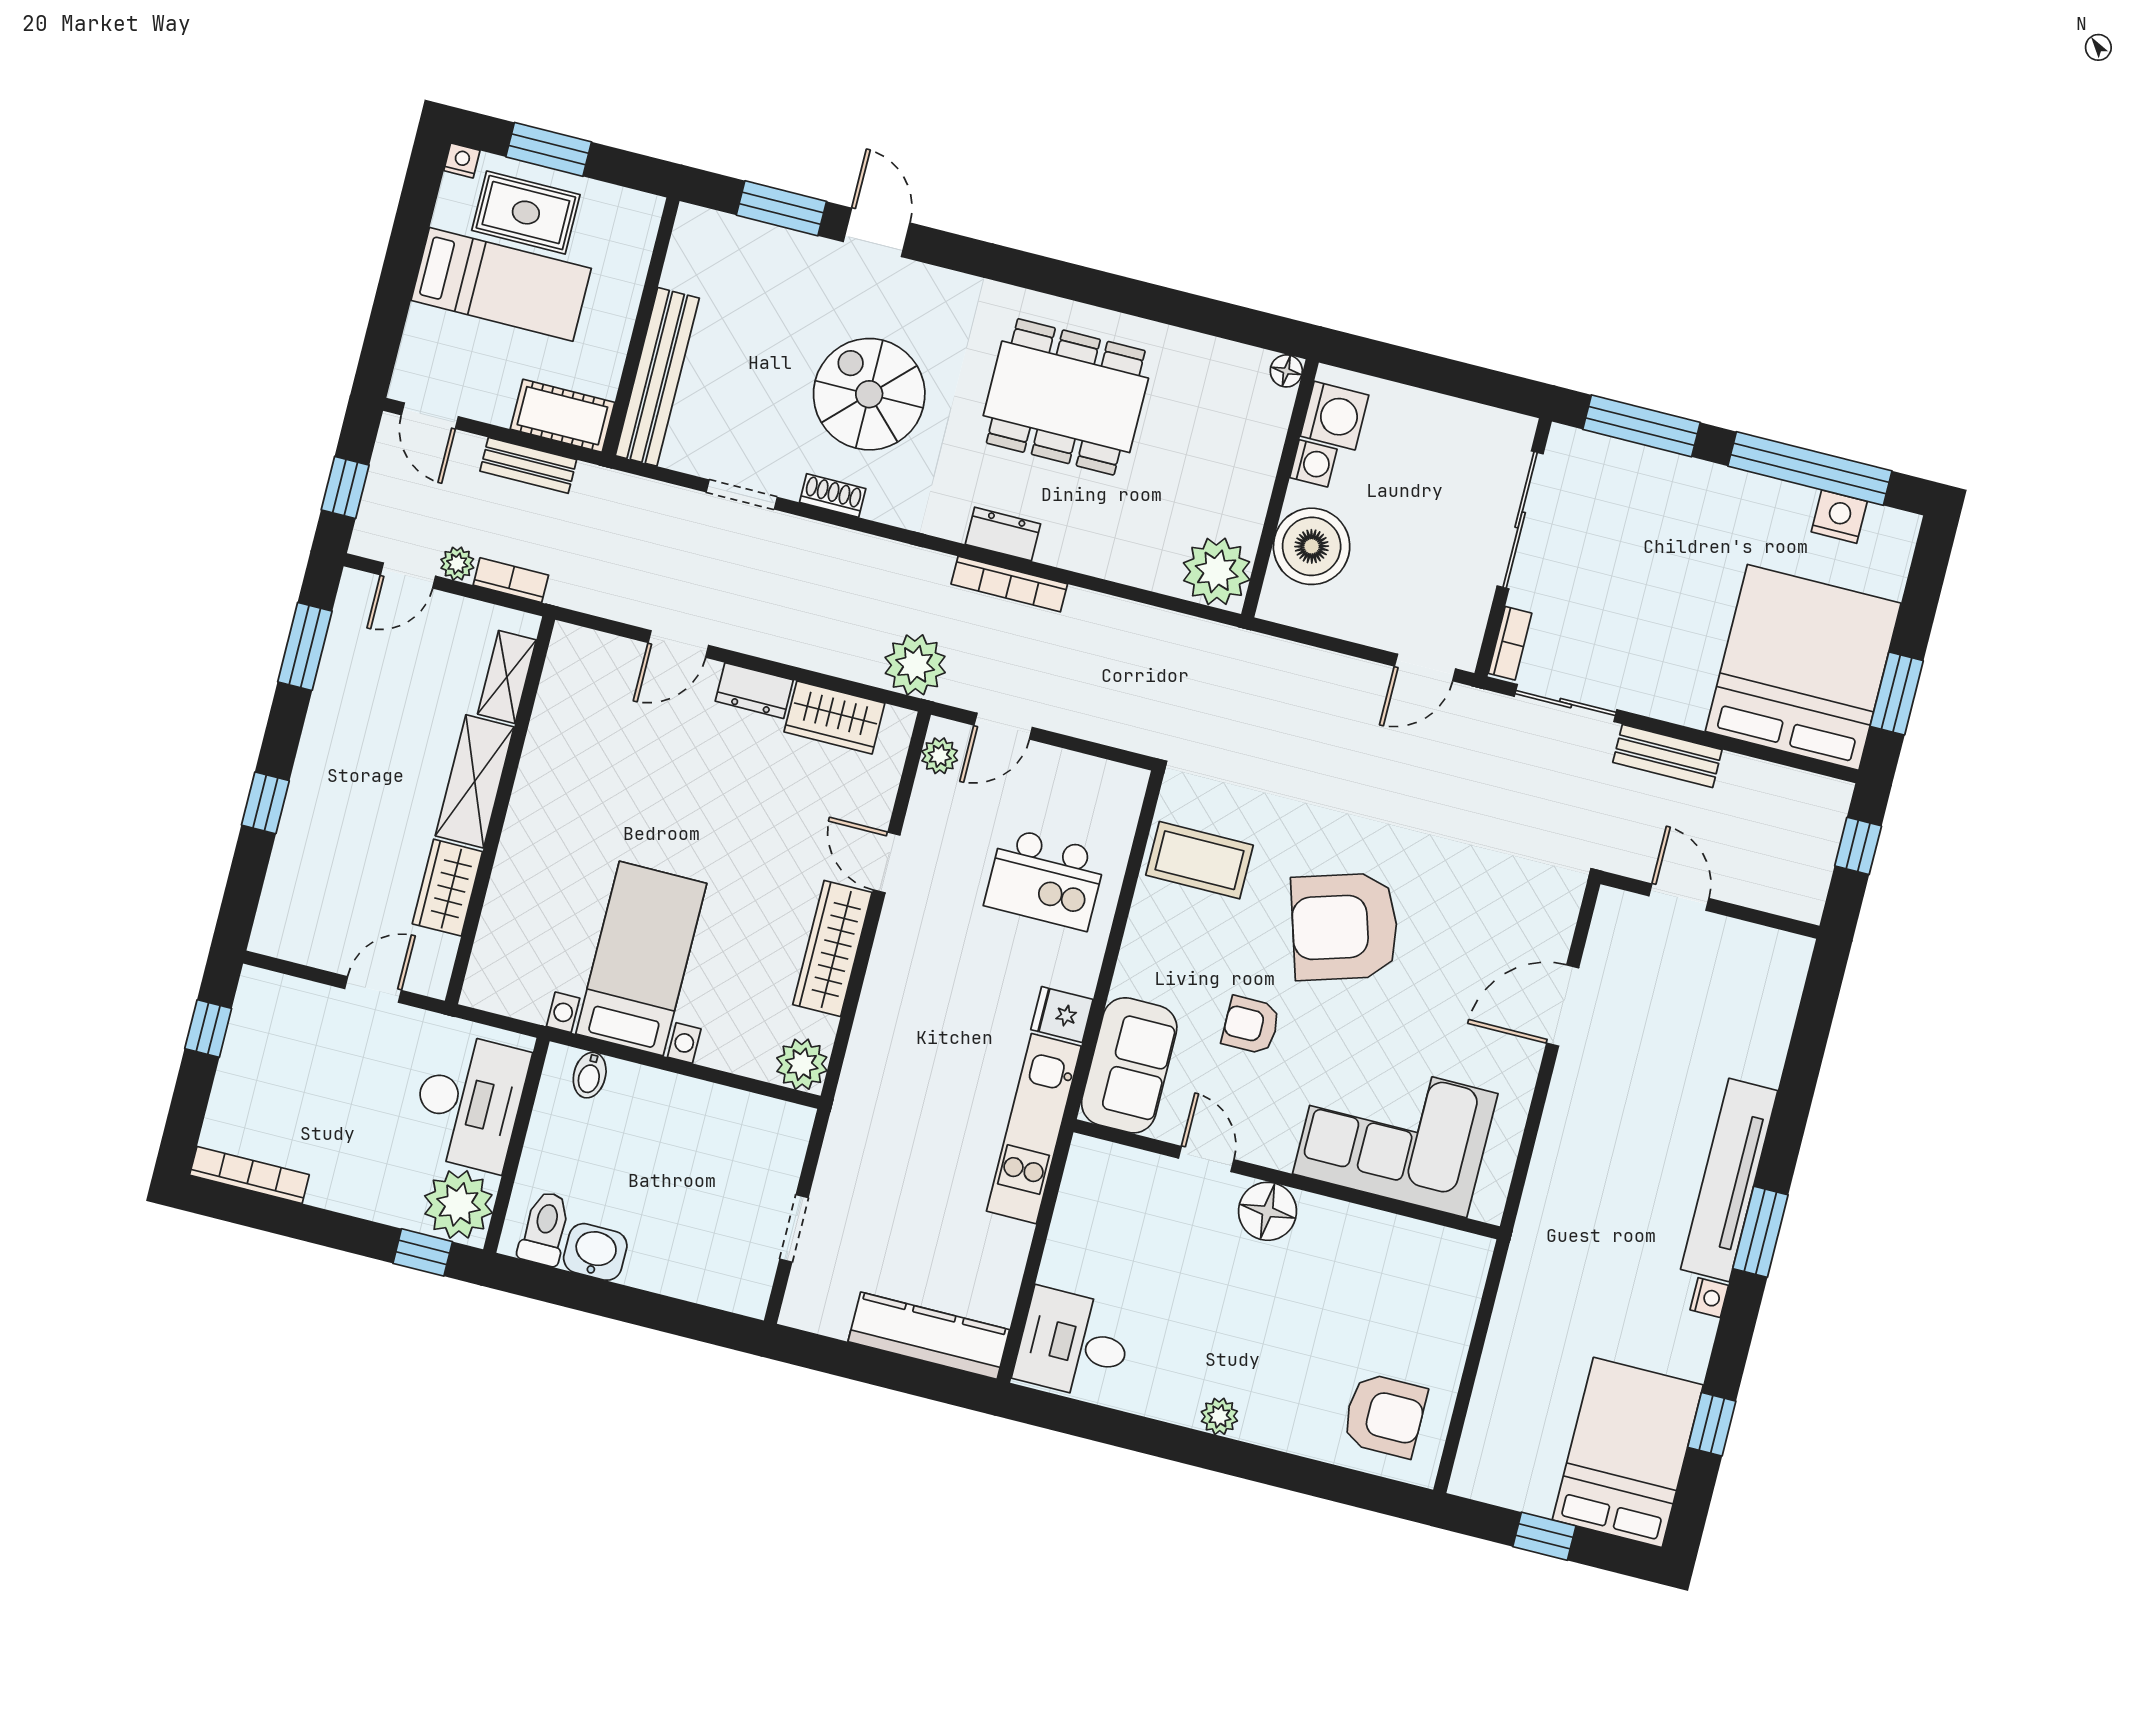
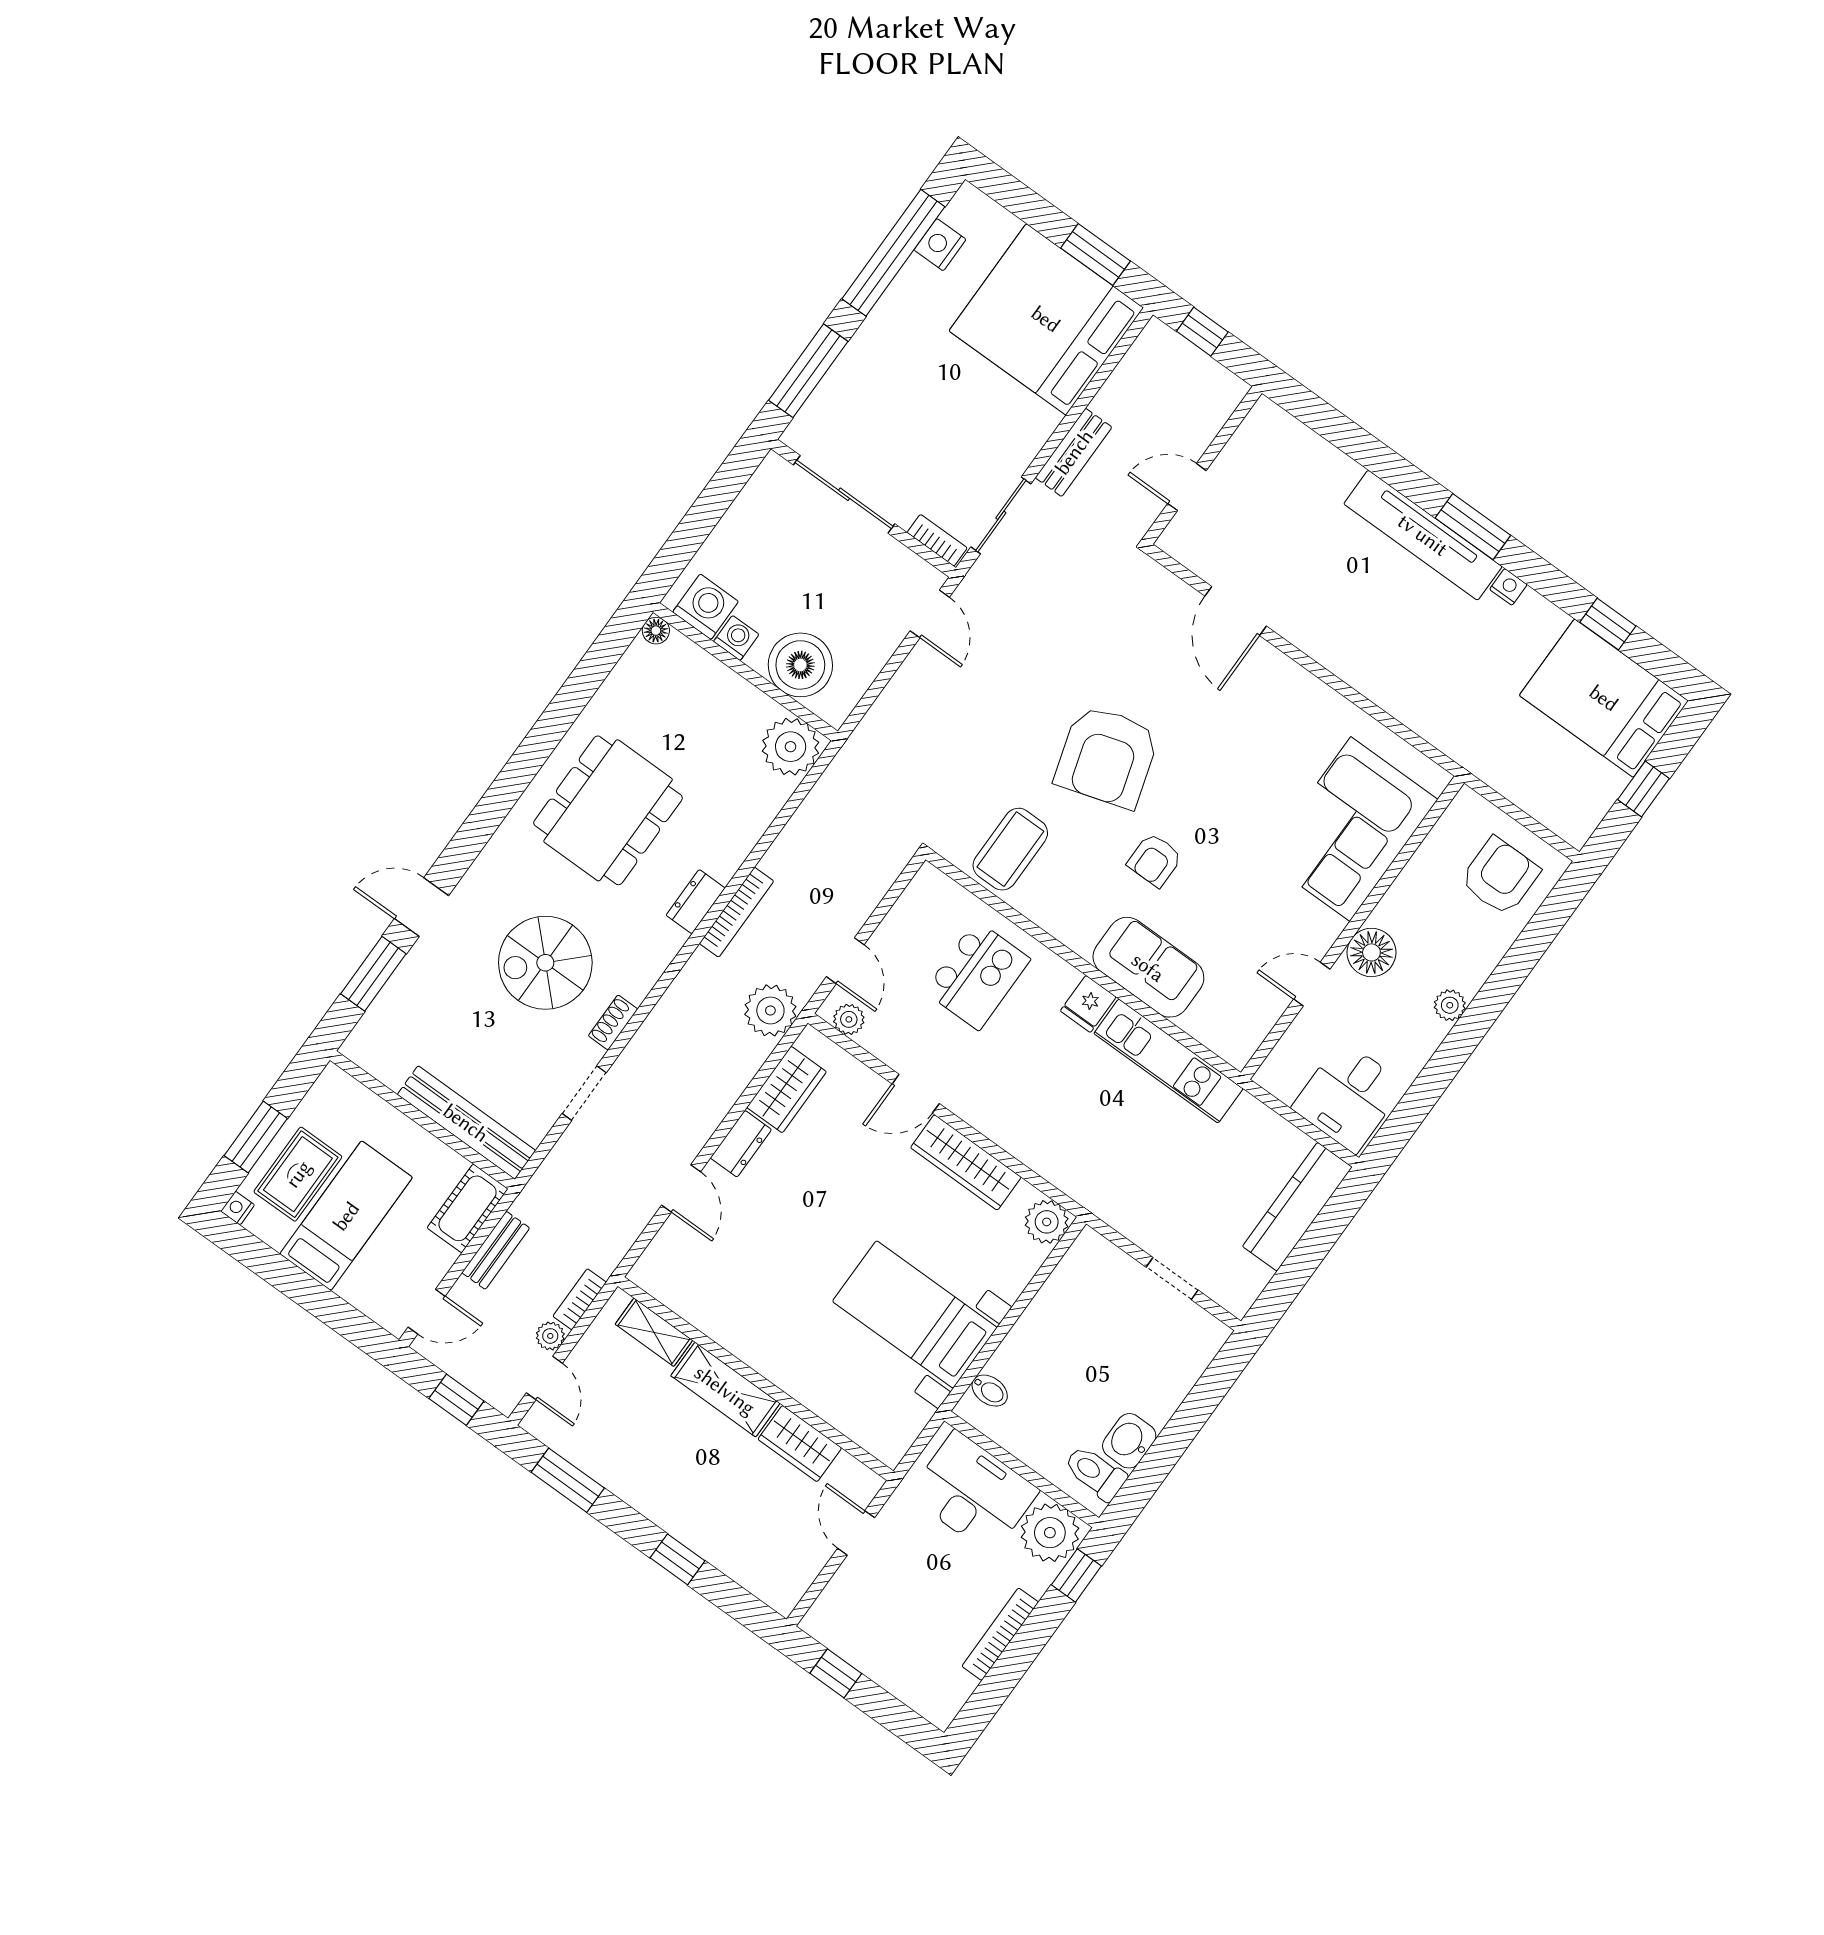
corner sofa: (1395, 1134) -> (1350, 829), moved
door: (1206, 1159) -> (1312, 984), moved
bookcase: (249, 1175) -> (1000, 1634), moved
wall: (1287, 1179) -> (1352, 928), moved
floor lamp: (1268, 1211) -> (1371, 952), moved

